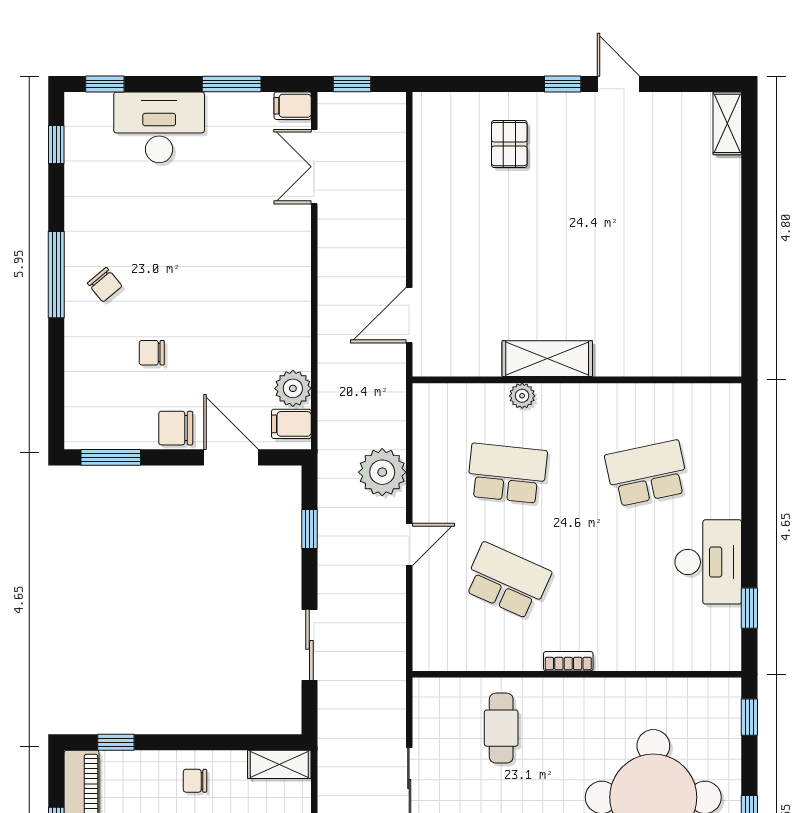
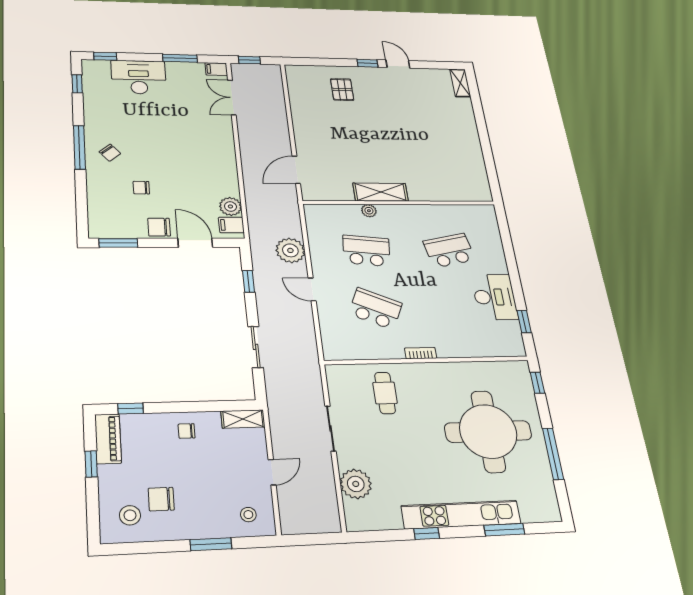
door: (409, 544) -> (312, 289), swing flipped

